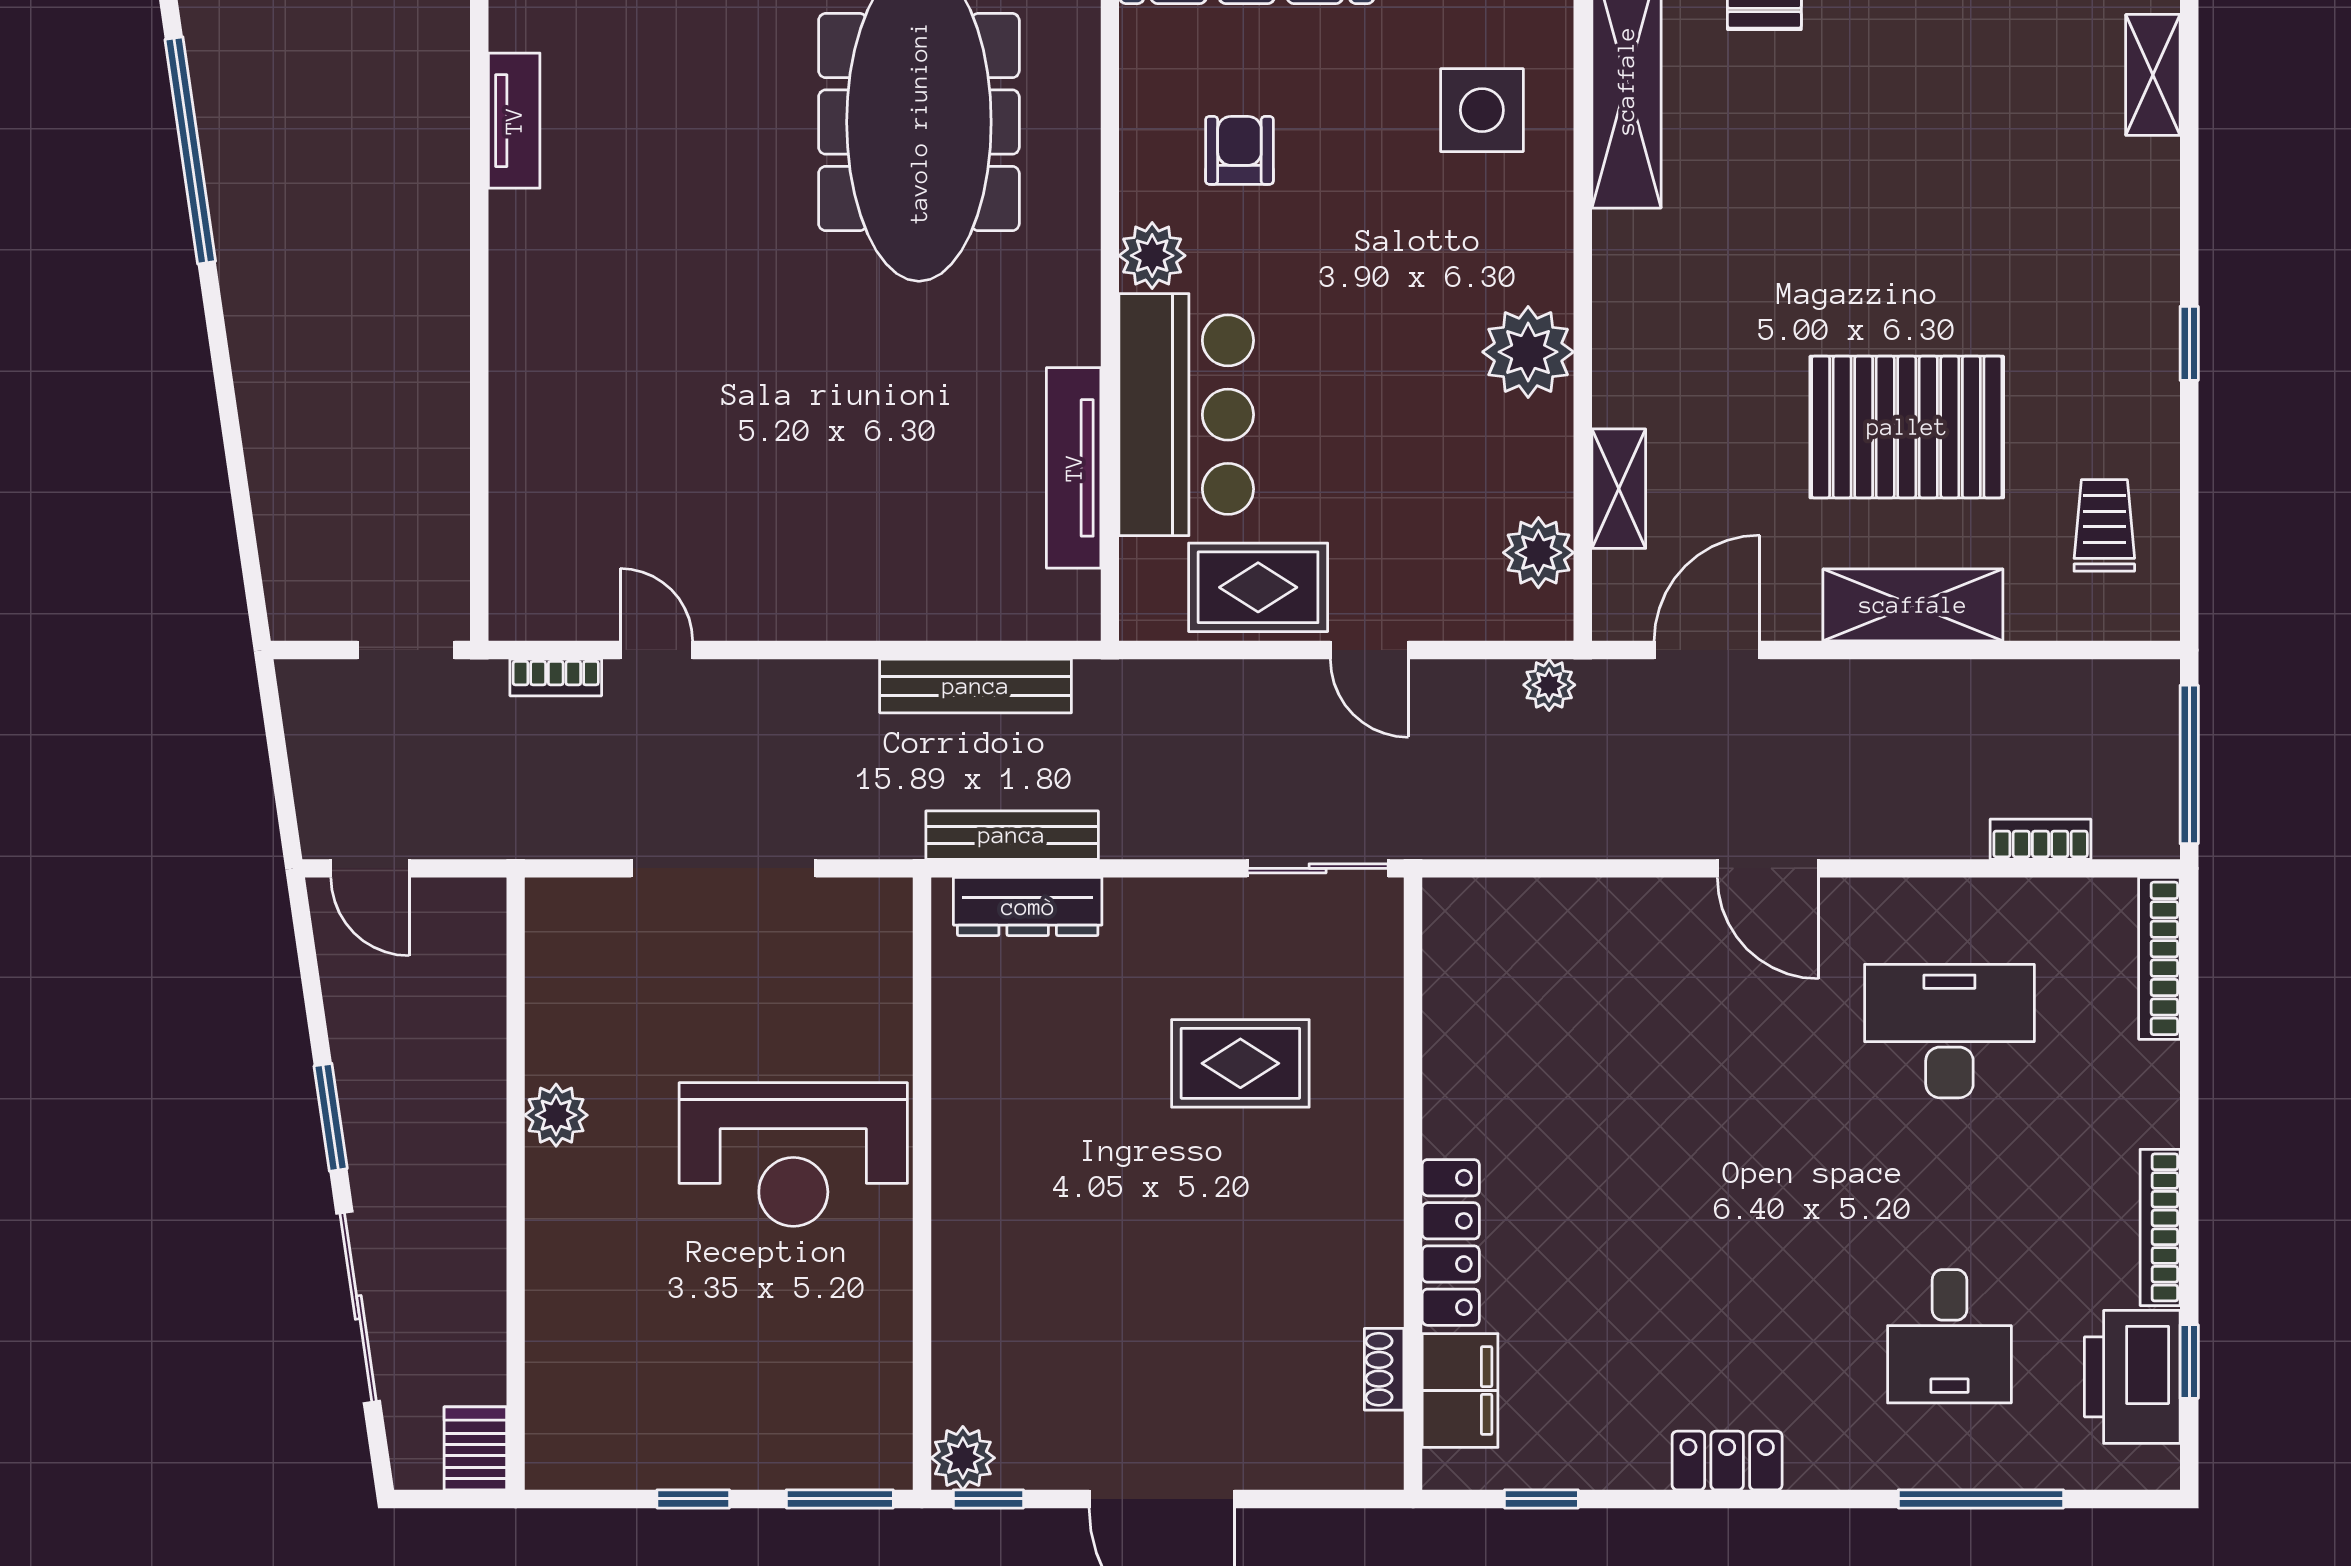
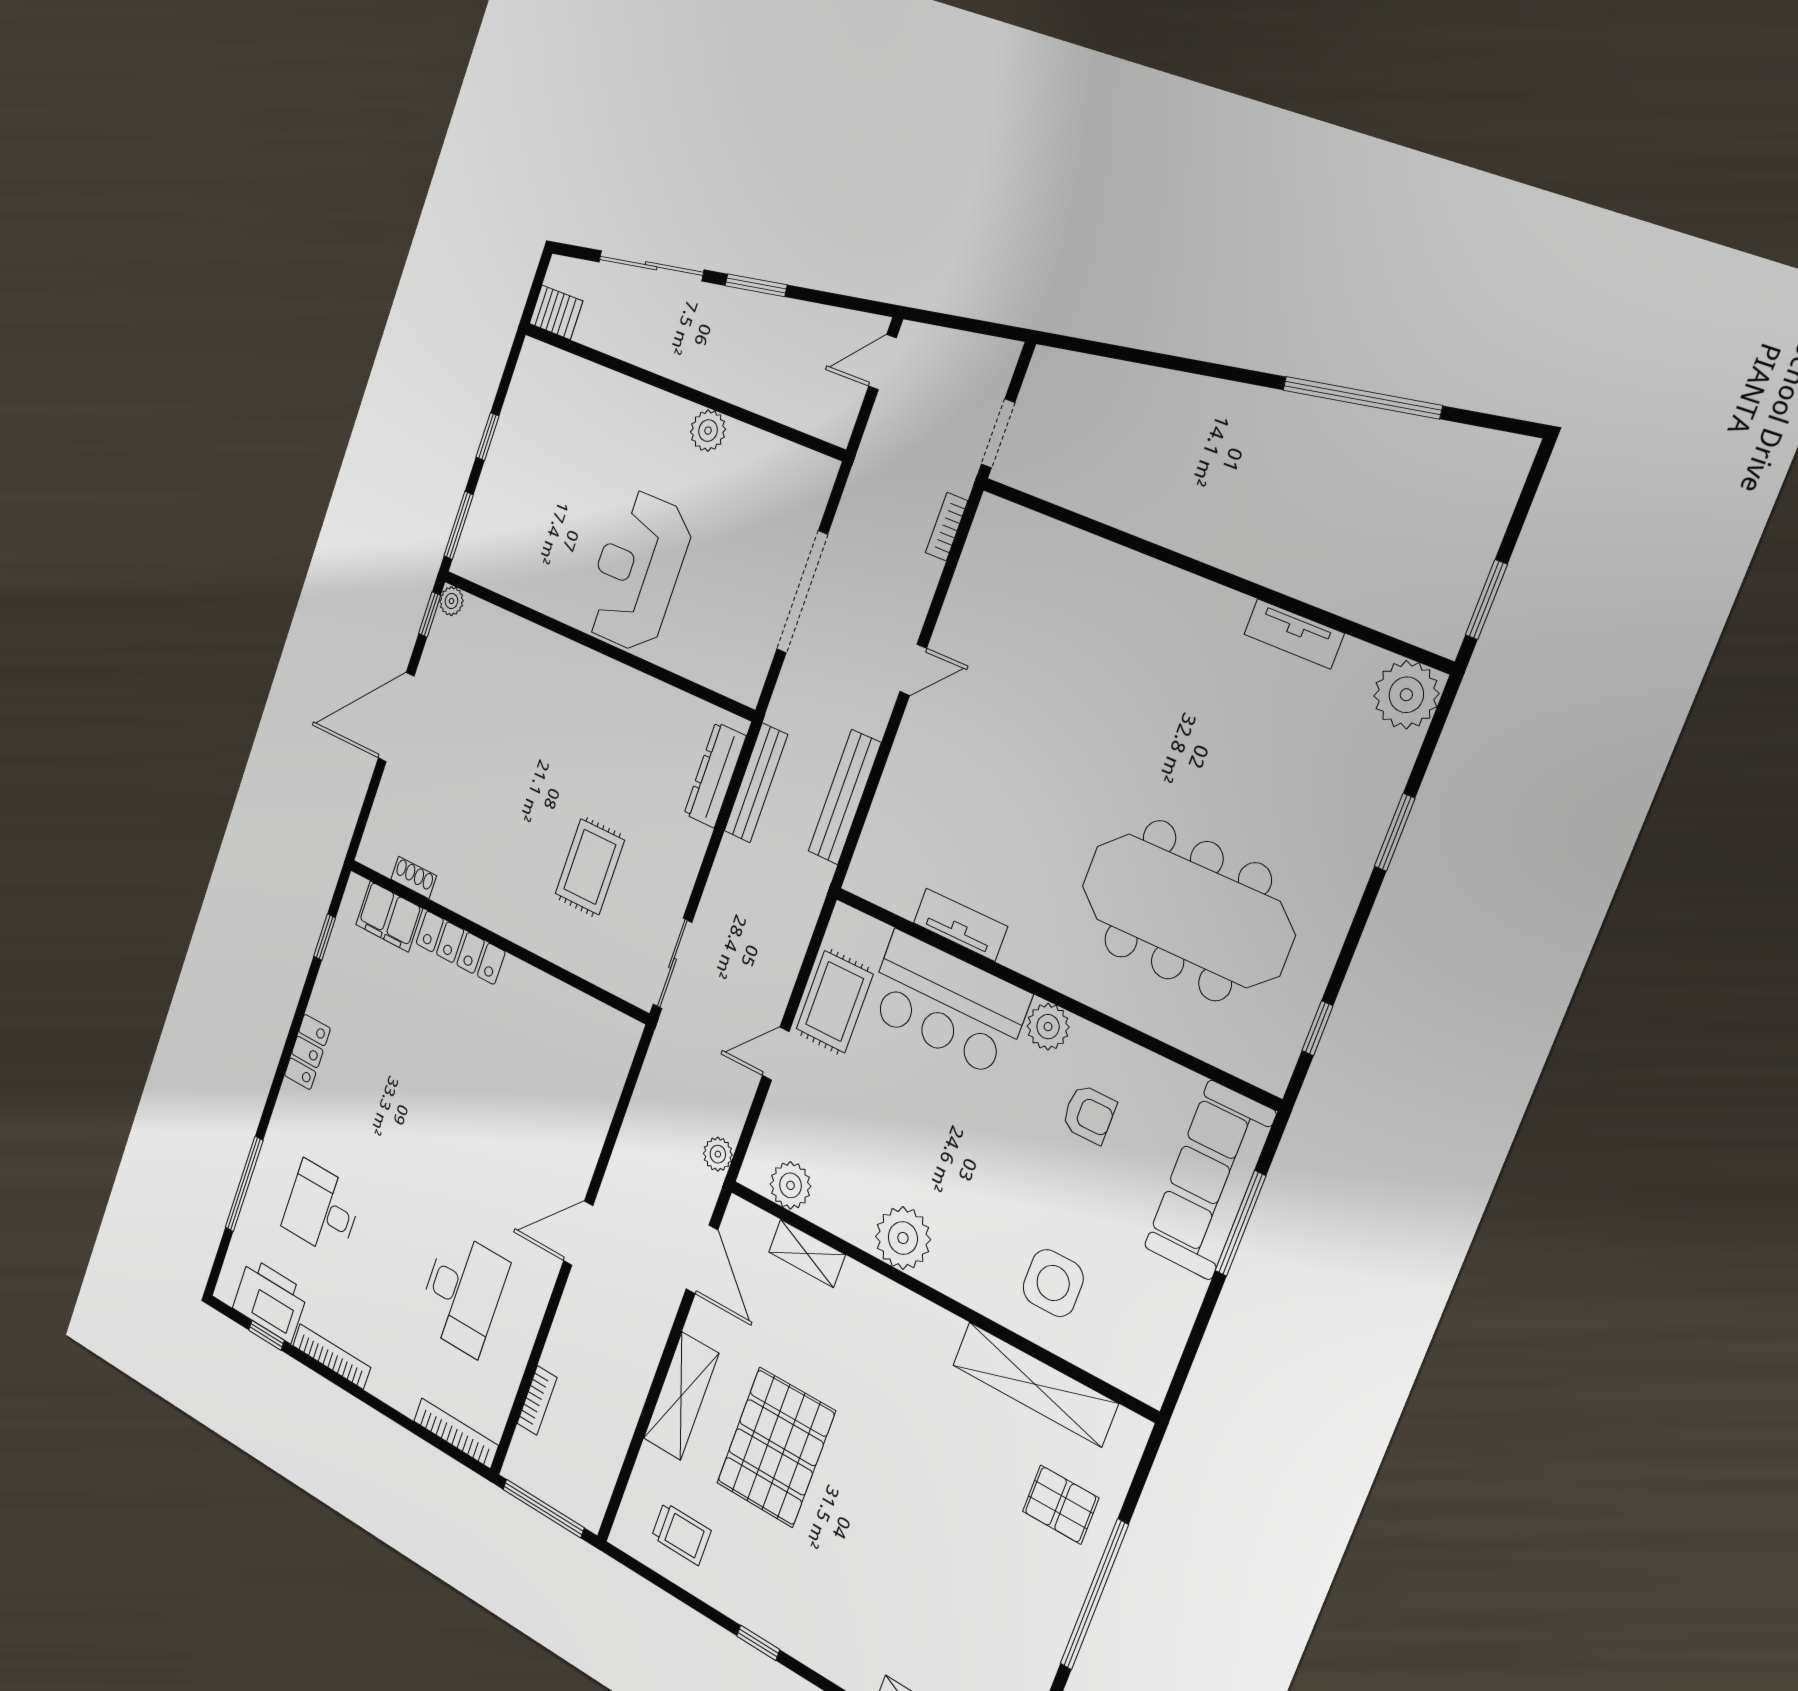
tv unit: (1074, 468) -> (960, 925), width x0.71
door: (656, 650) -> (913, 670), moved
plant: (963, 1458) -> (451, 601), width x0.73, depth x0.73

